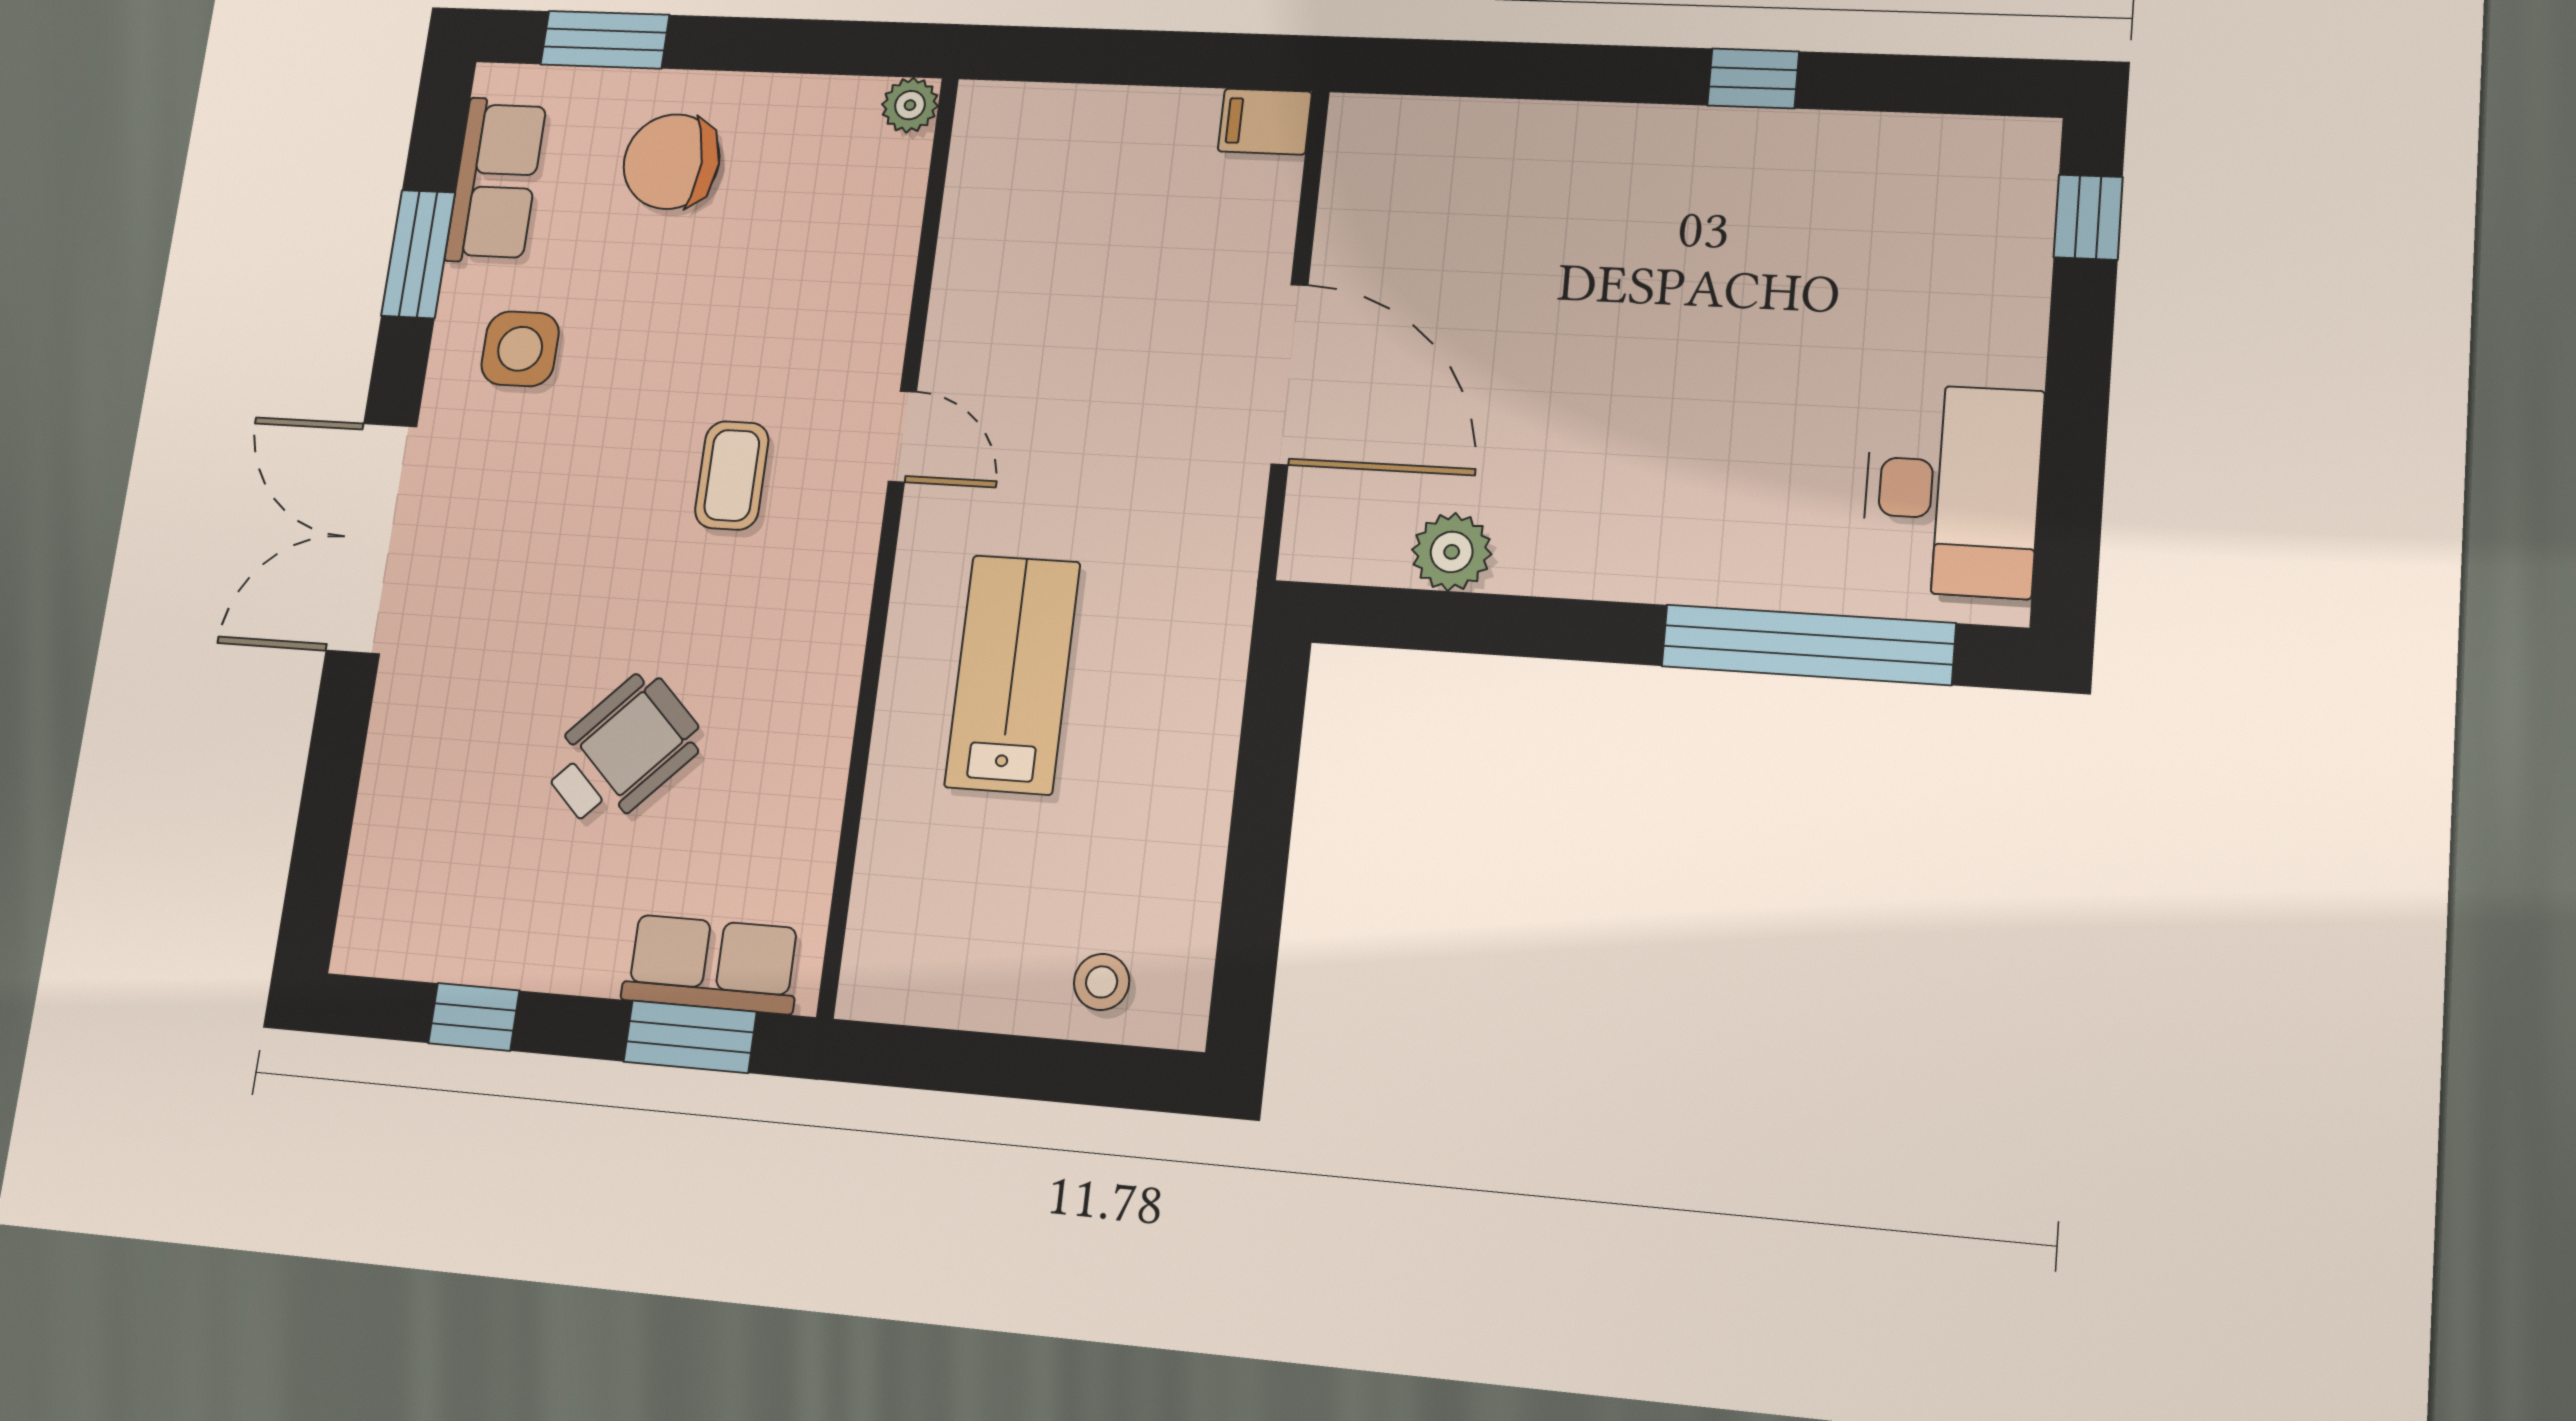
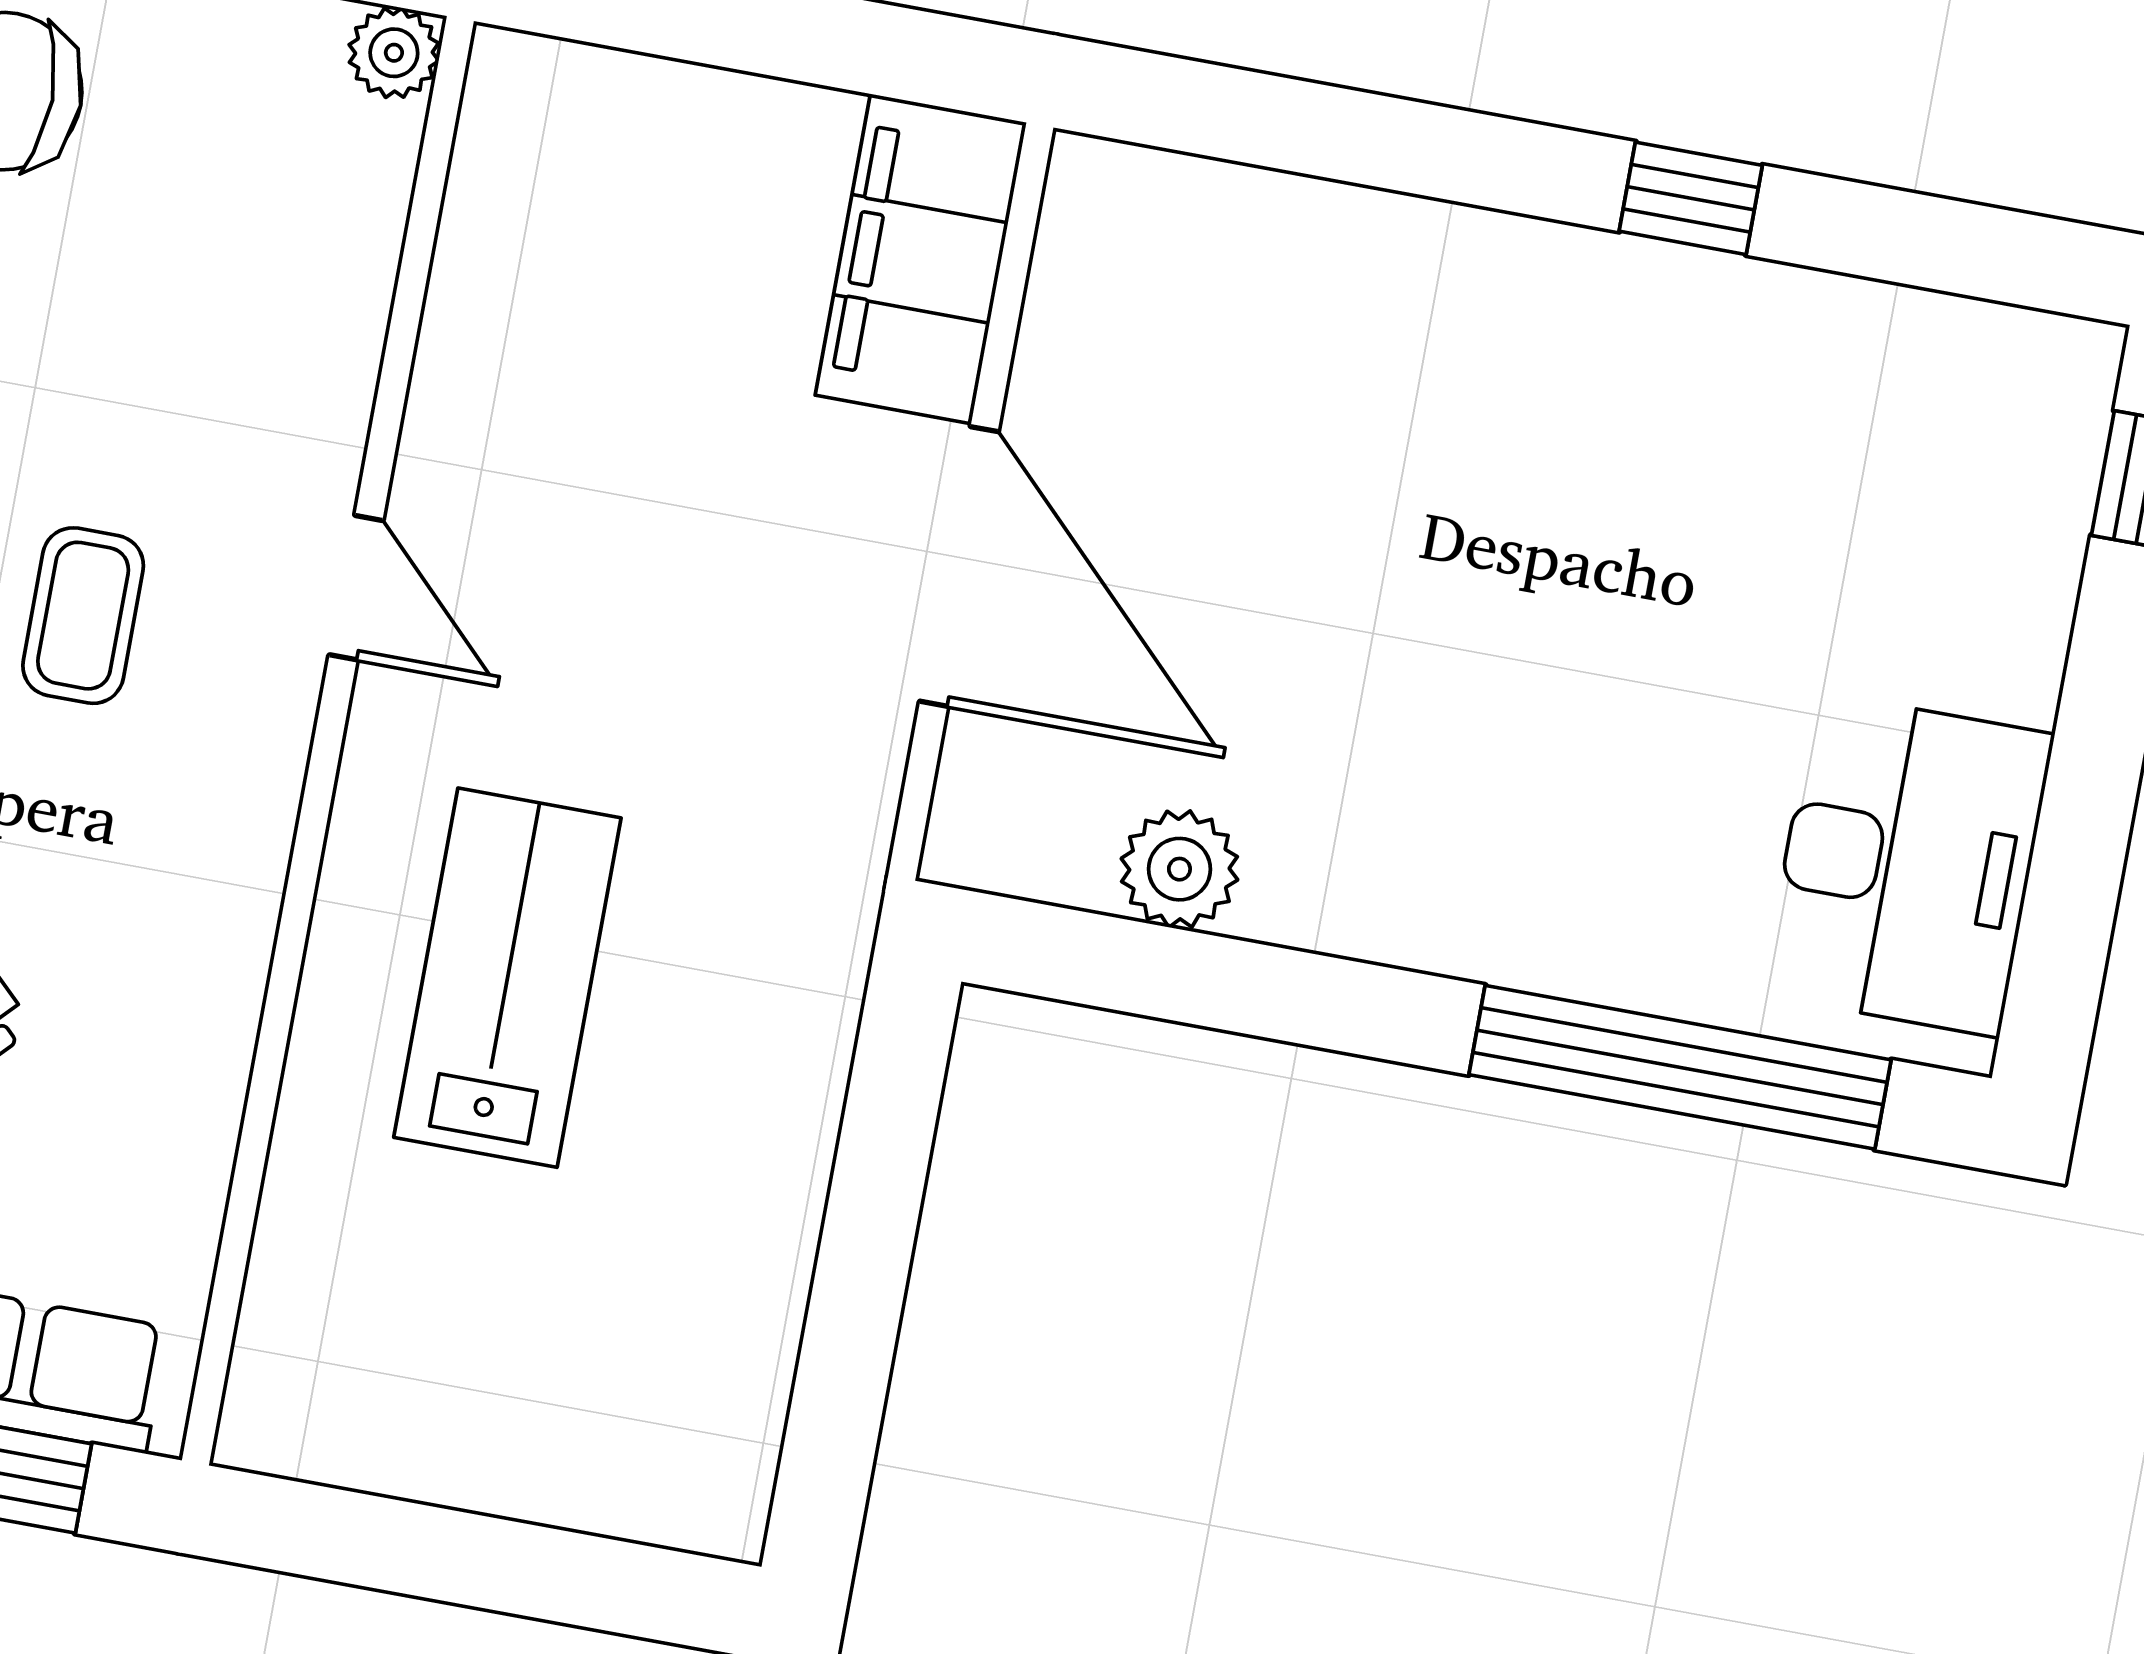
filing cabinet: (1265, 122) -> (921, 259), width x3.00, depth x1.17
stool: (1102, 982) -> (615, 1450), removed

